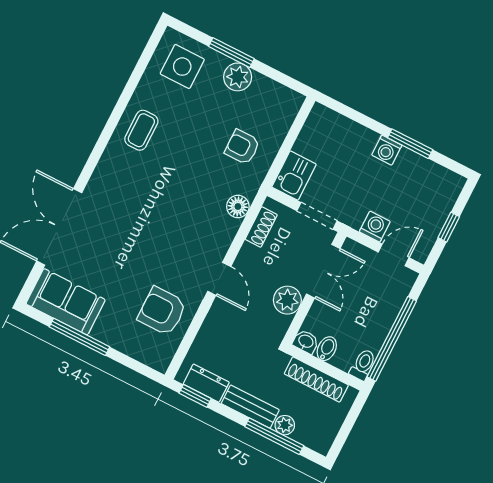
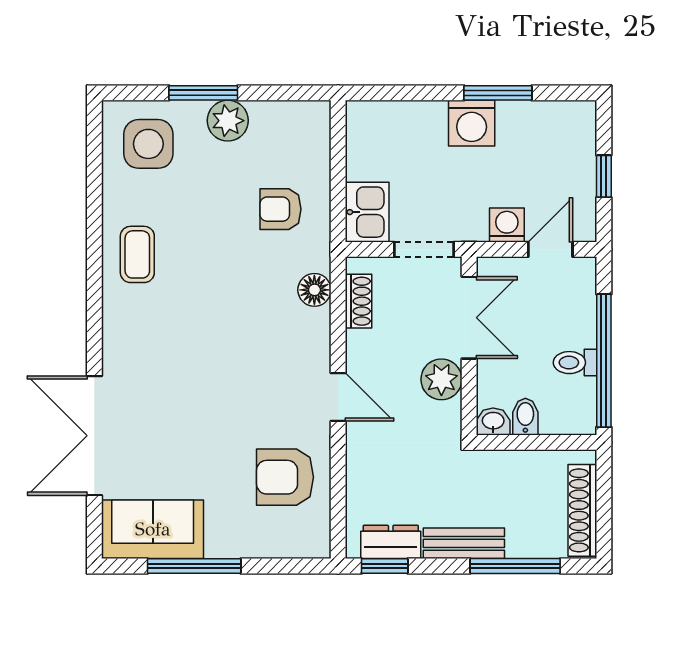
washing machine: (387, 150) -> (472, 123), width x1.38, depth x1.38
toilet: (363, 365) -> (575, 363), moved, turned -90
shoe rack: (316, 379) -> (582, 510), moved, turned 90
plant: (285, 425) -> (521, 544), removed

